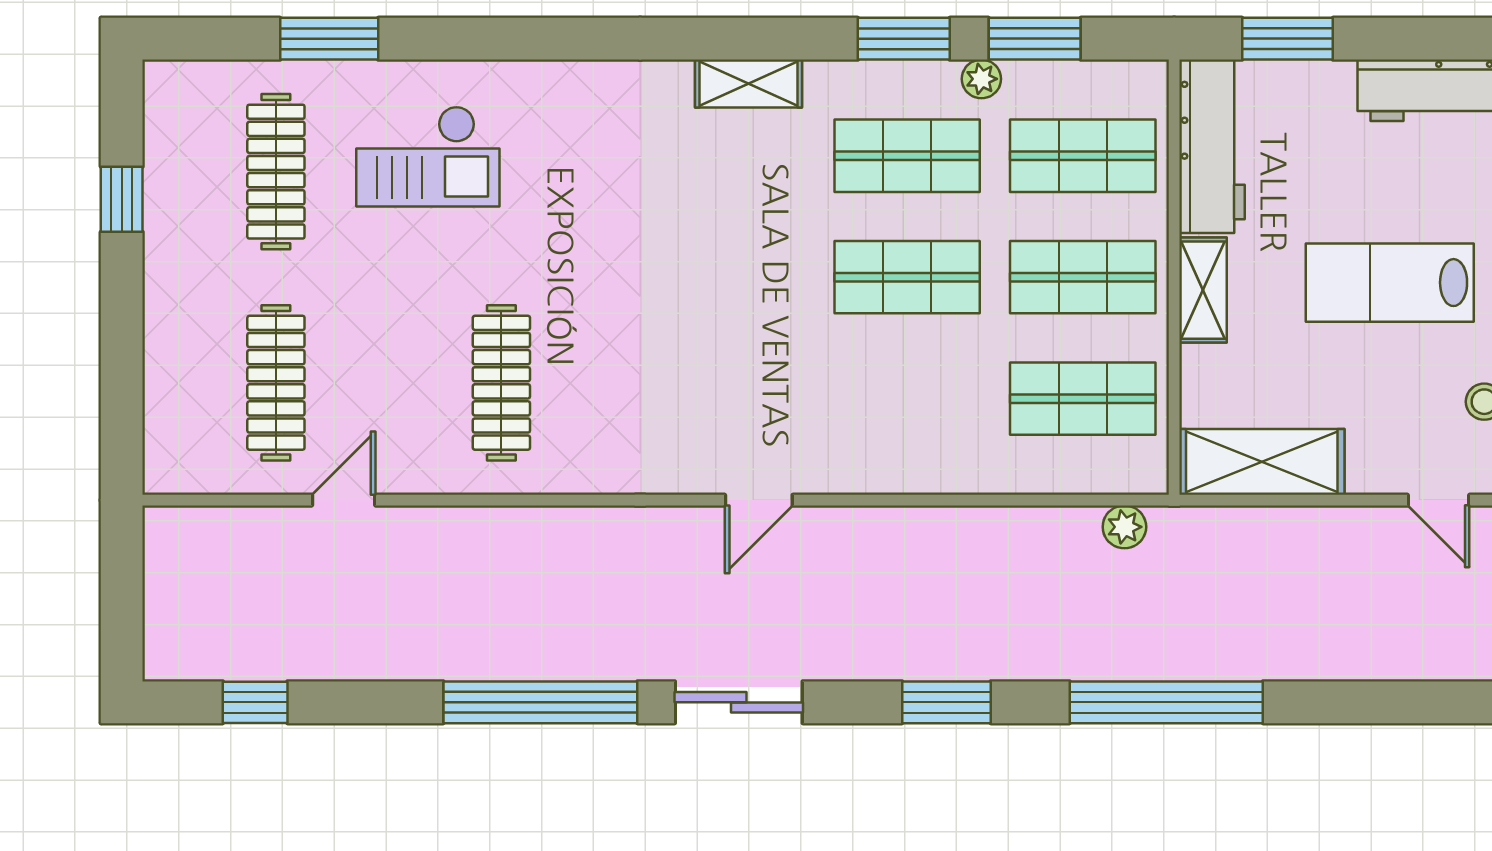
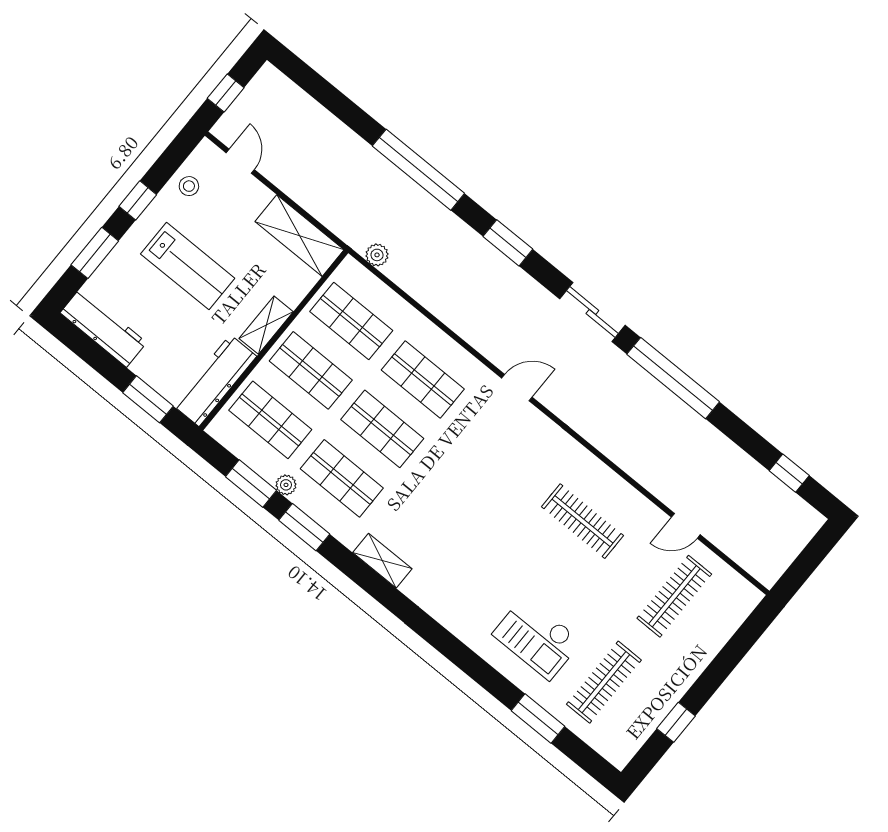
checkout: (428, 156) -> (537, 638), turned 180
clothes rail: (501, 383) -> (583, 521), turned 90
shop shelf: (907, 399) -> (423, 380), added

